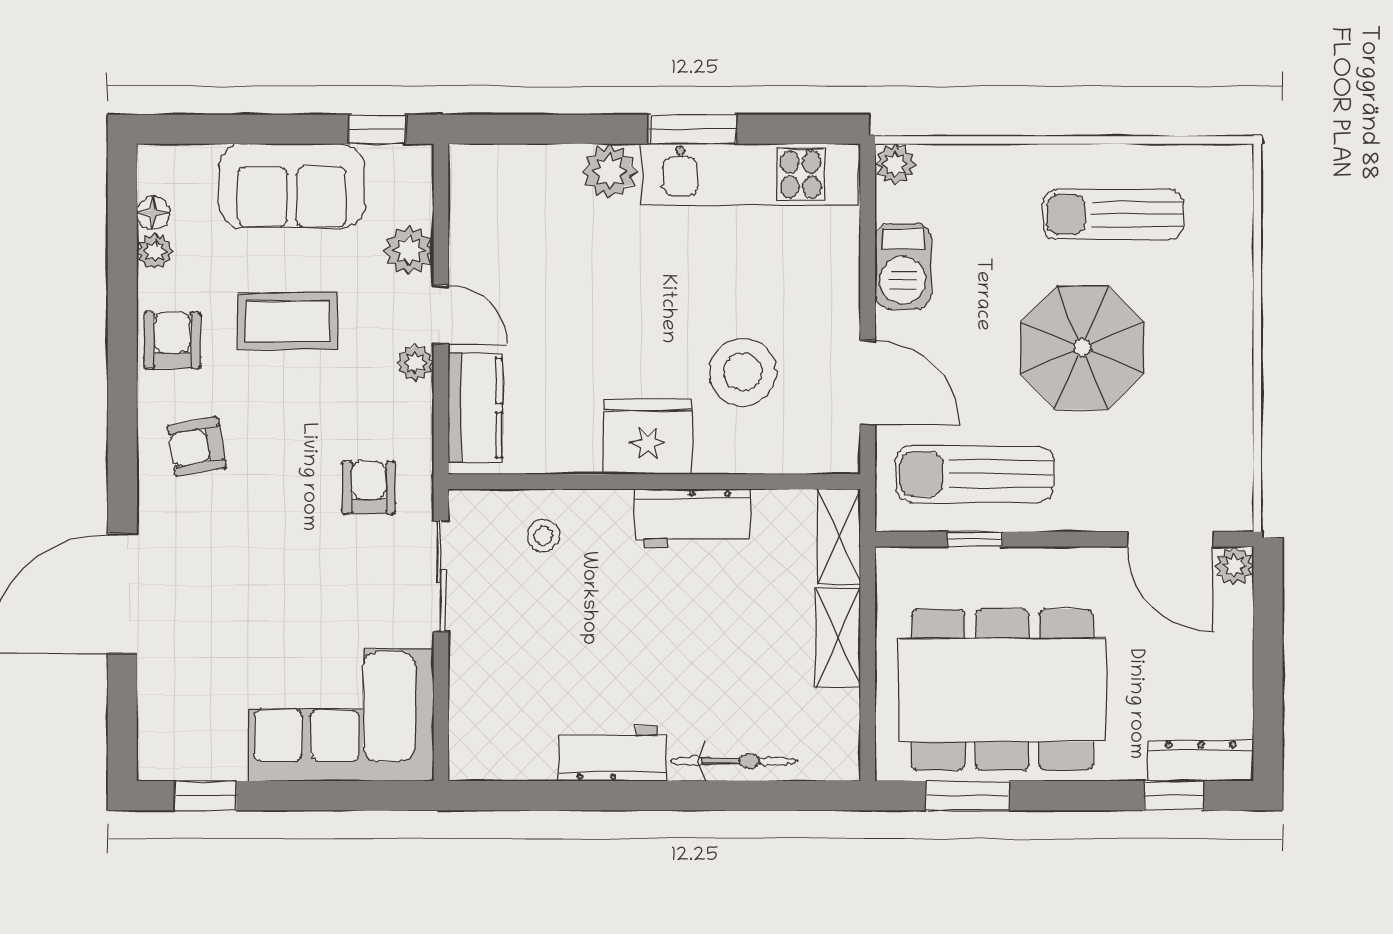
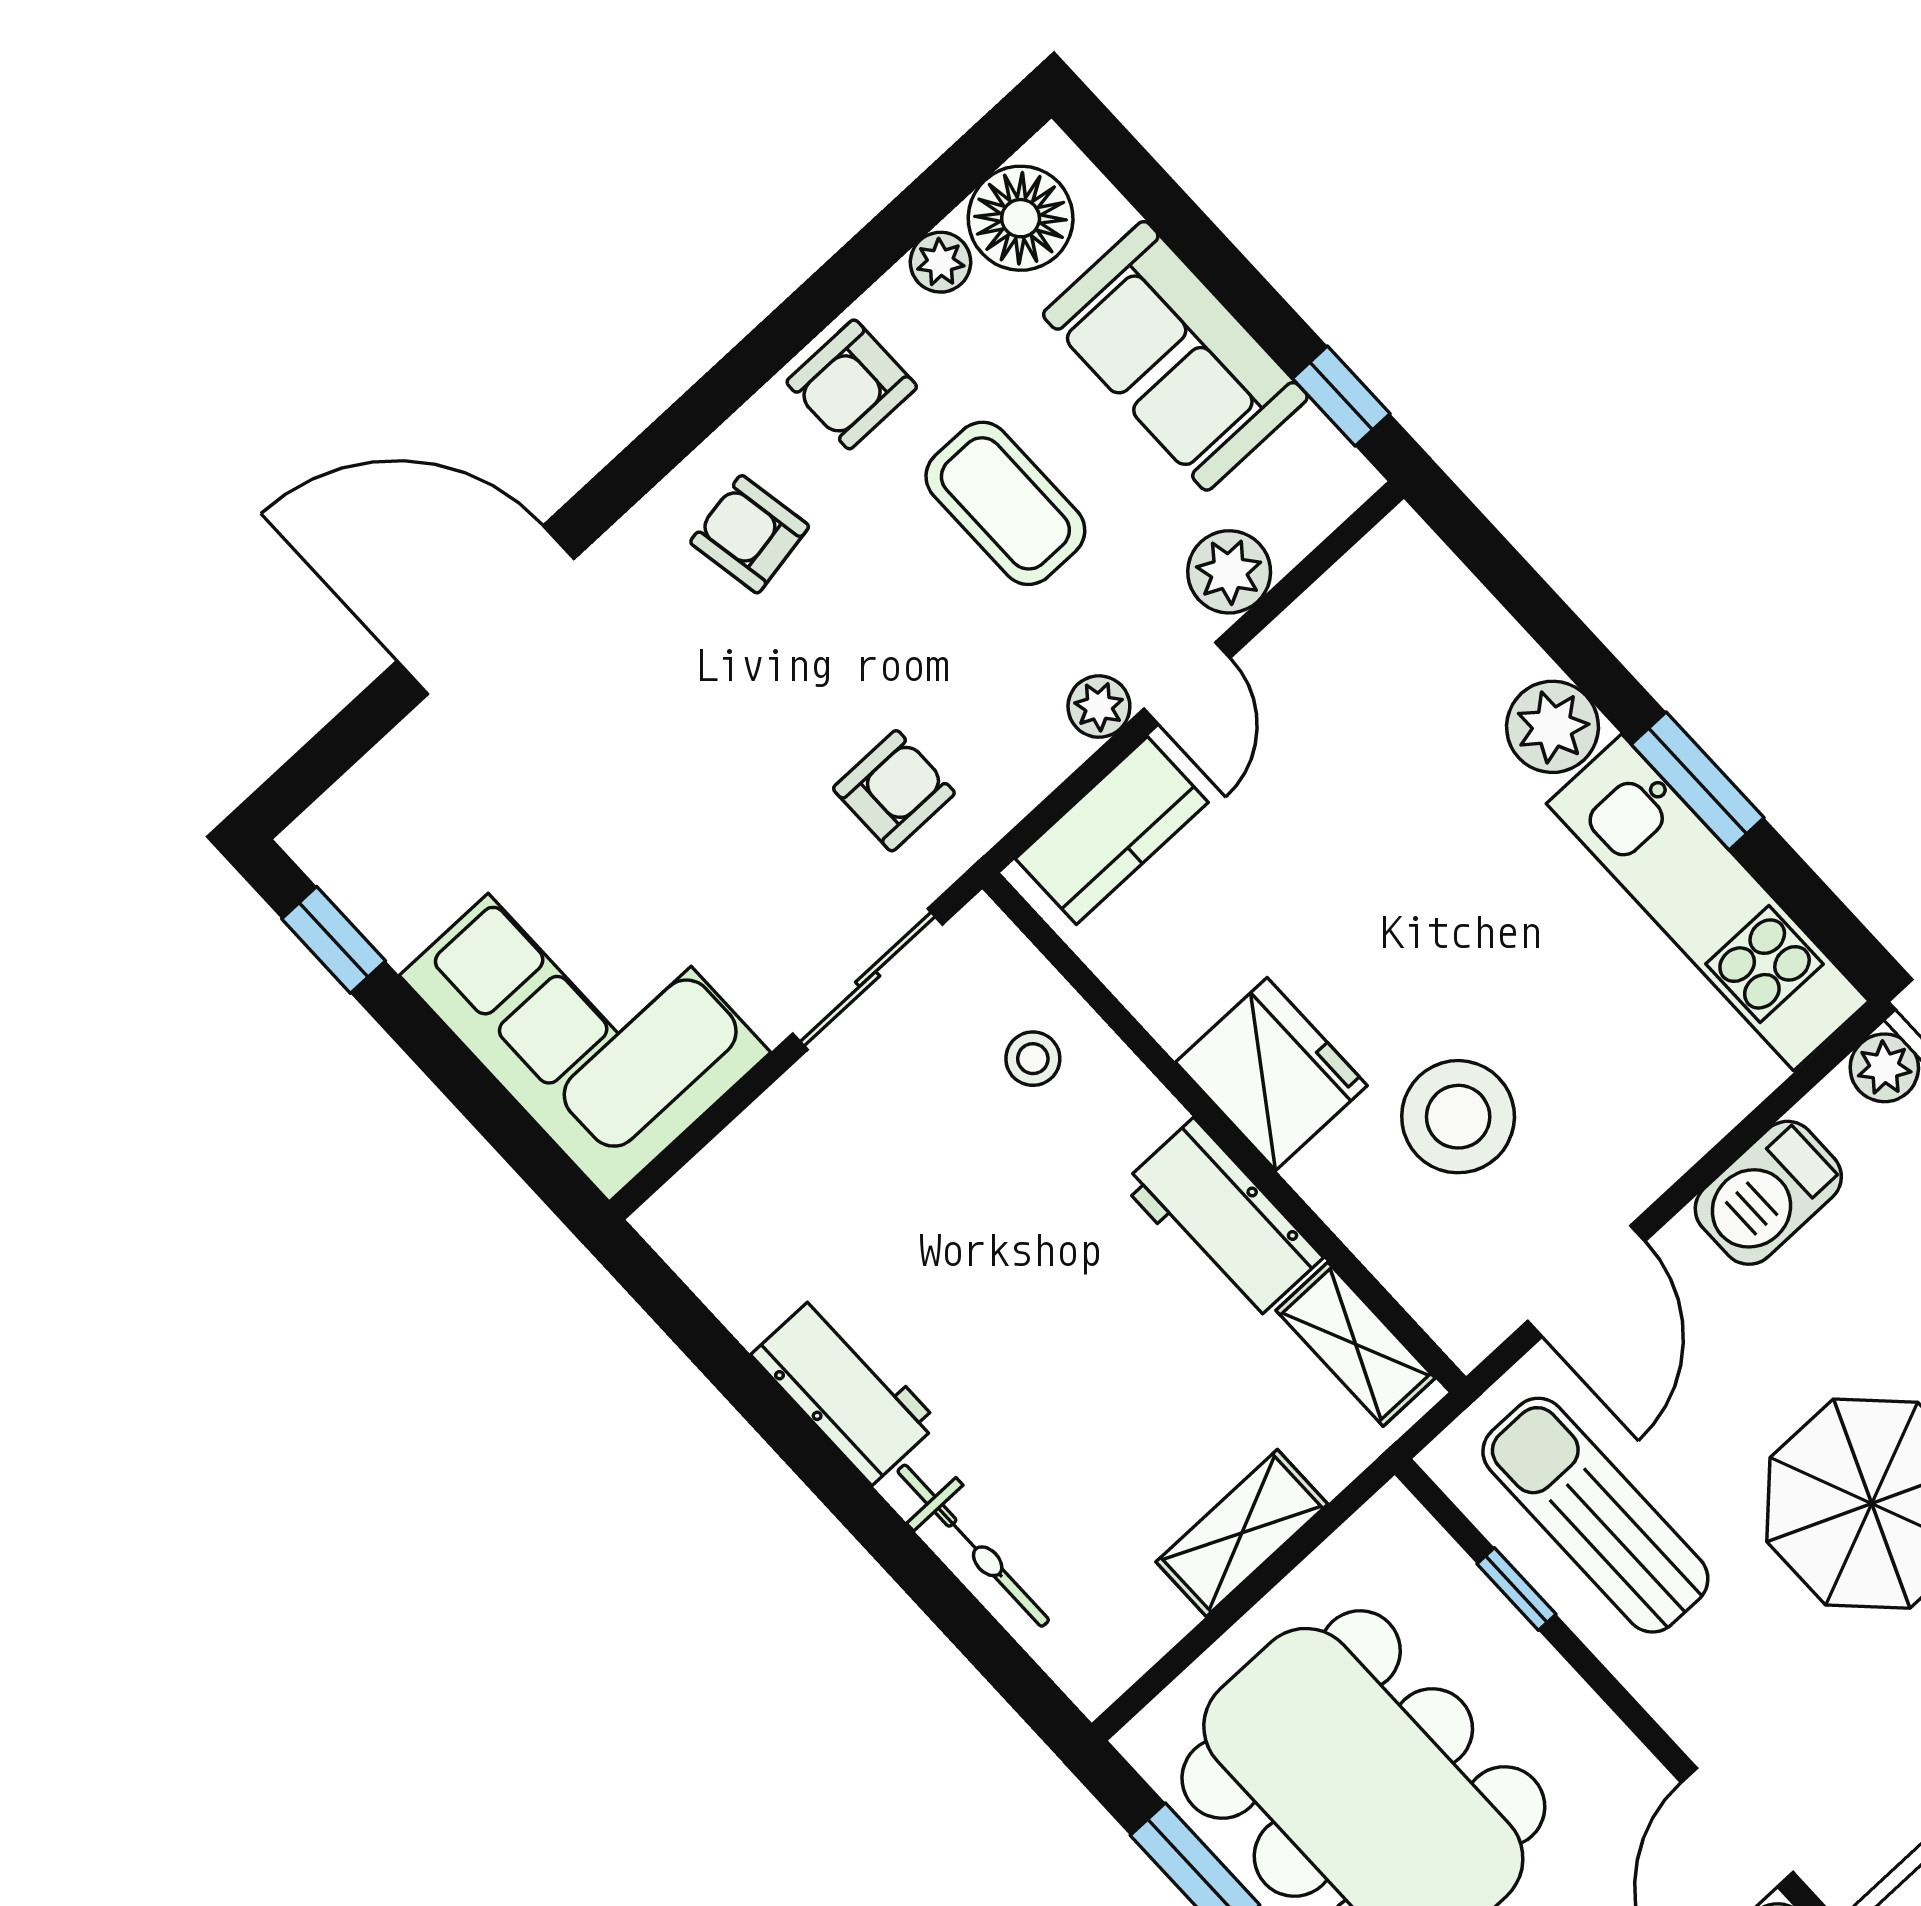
floor lamp: (153, 213) -> (1021, 218), width x1.89, depth x1.89
armchair: (172, 340) -> (852, 384), turned 180
shelving: (839, 536) -> (1356, 1344), moved, turned 90

